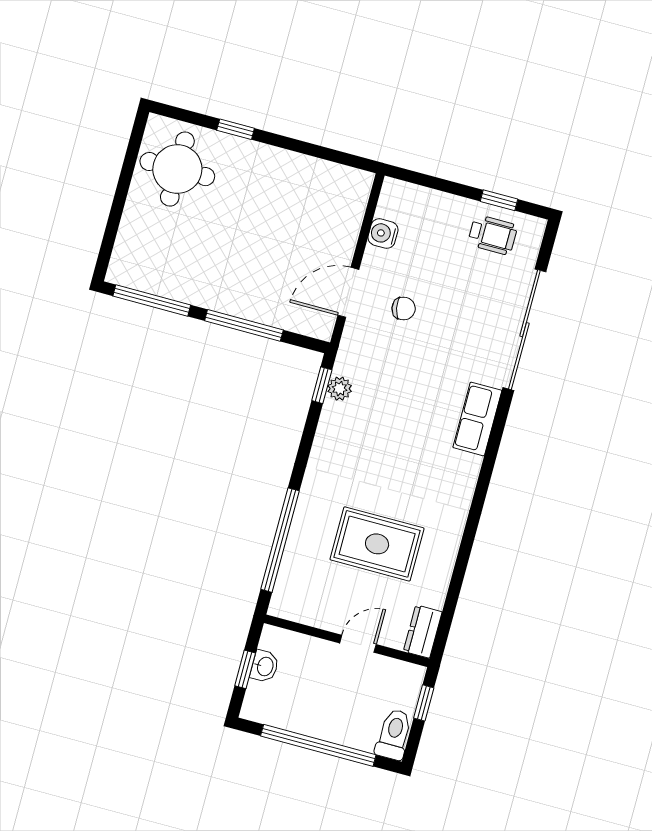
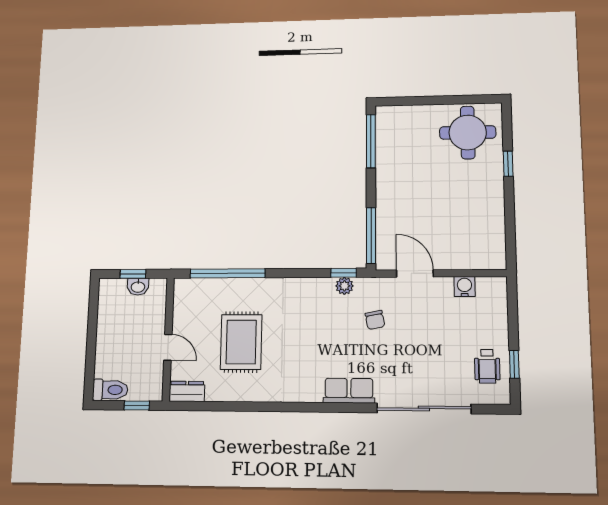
chair: (404, 309) -> (375, 320), moved
window: (244, 325) -> (371, 236), moved
window: (318, 745) -> (92, 339), removed

